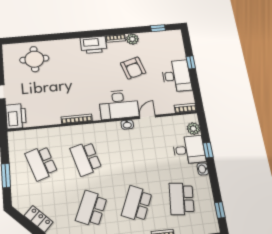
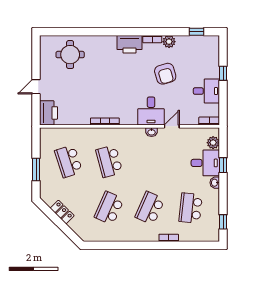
desk: (176, 76) -> (206, 91), width x0.73
desk: (119, 105) -> (151, 111), width x0.73

